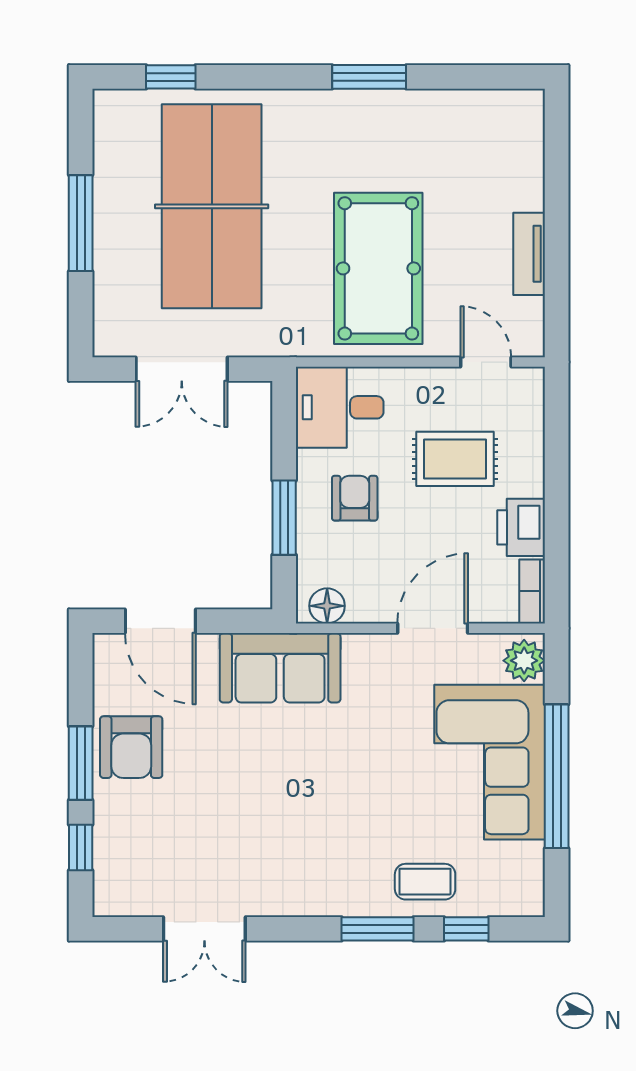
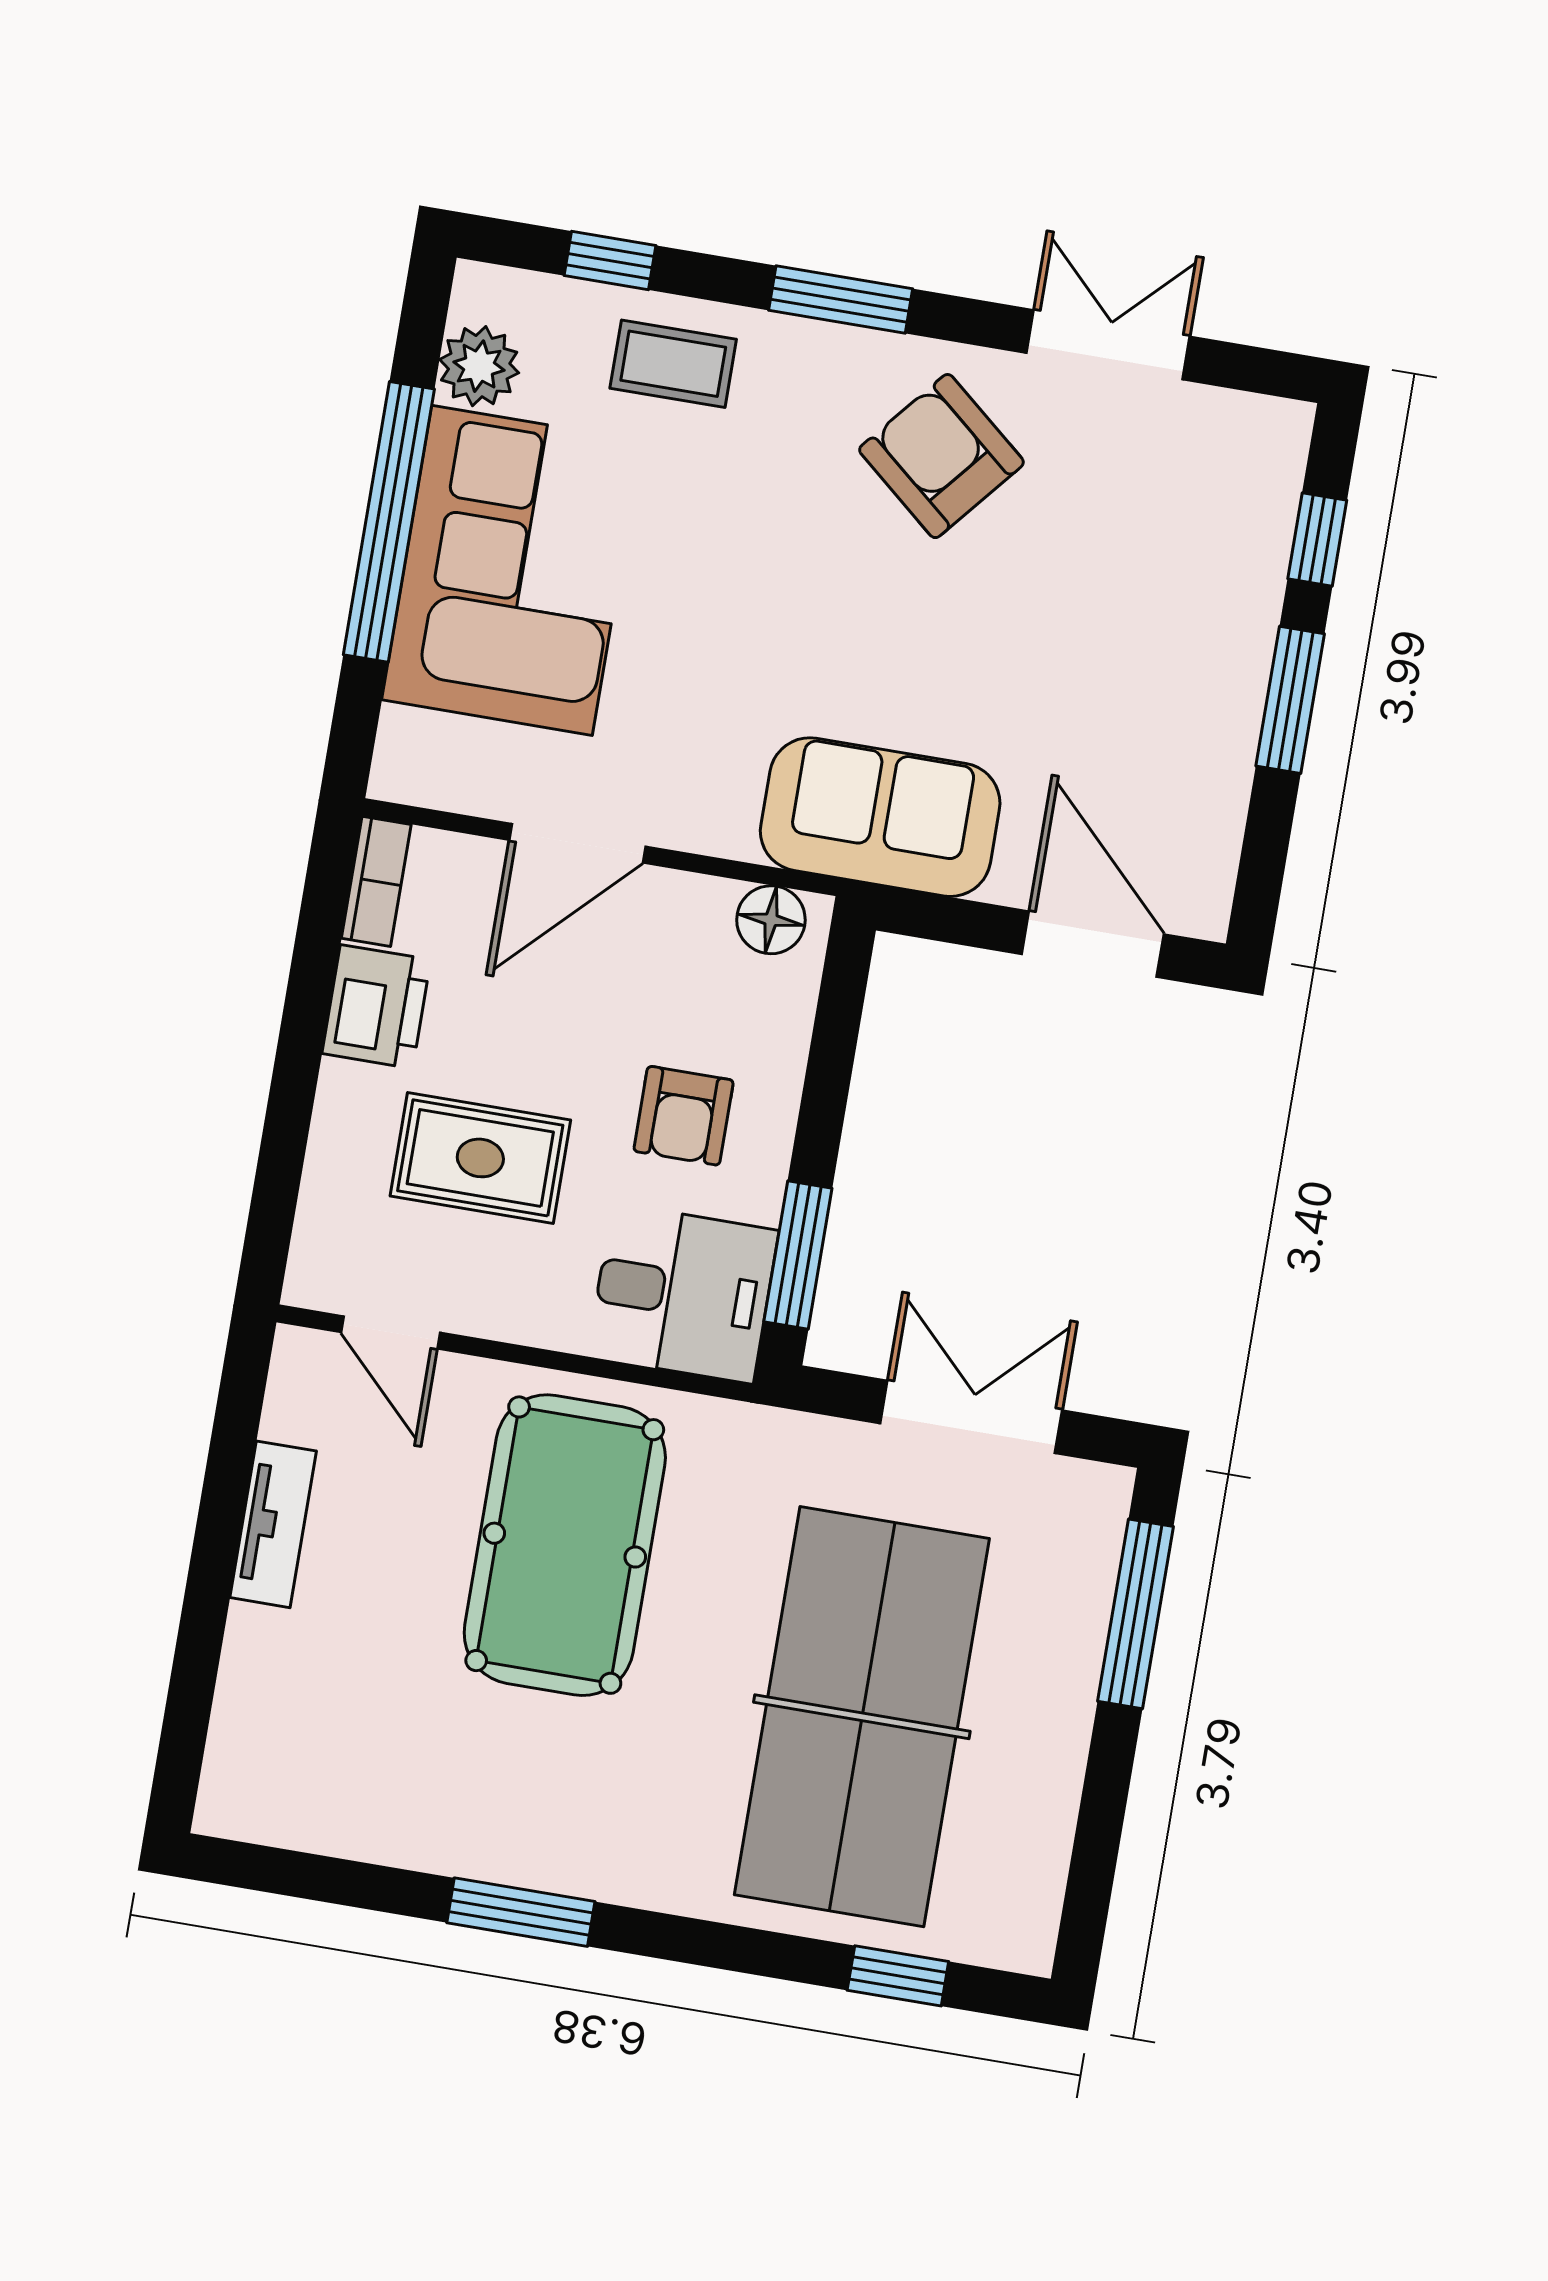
window: (81, 223) -> (1136, 1614), moved
window: (284, 518) -> (798, 1255), moved
plant: (524, 661) -> (479, 366), moved
armchair: (131, 747) -> (941, 456), moved, turned -50
window: (378, 929) -> (841, 300), moved

